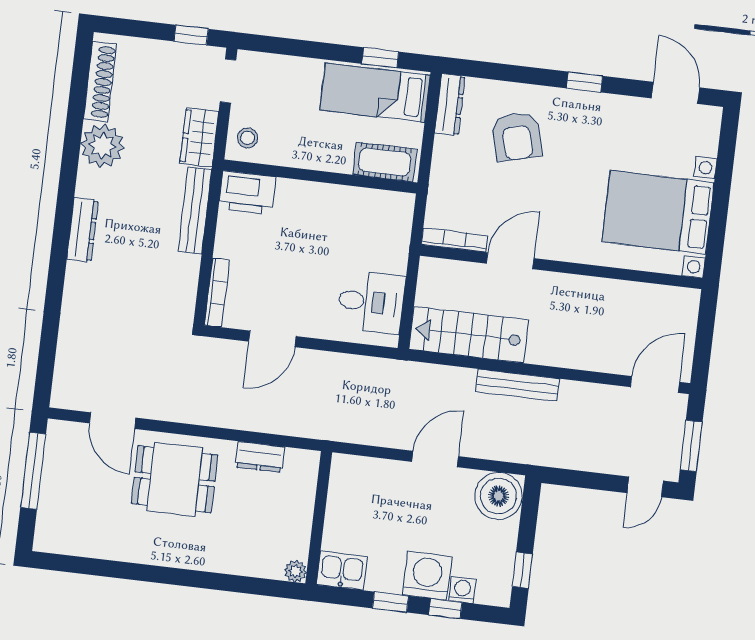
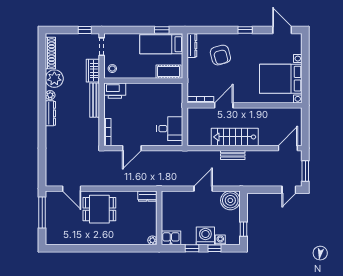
plant: (87, 185) -> (50, 95), added
stairs: (469, 335) -> (235, 137), moved
bench: (518, 385) -> (233, 155), width x0.73
dresser: (260, 457) -> (147, 196), moved

